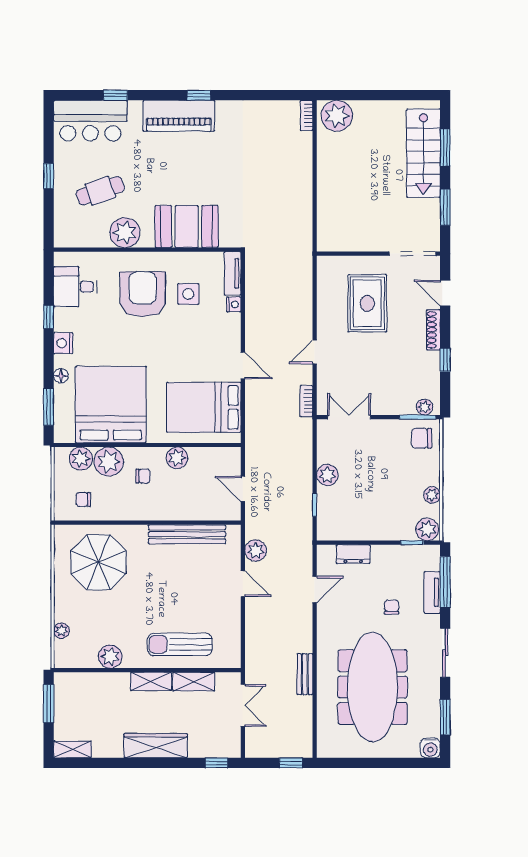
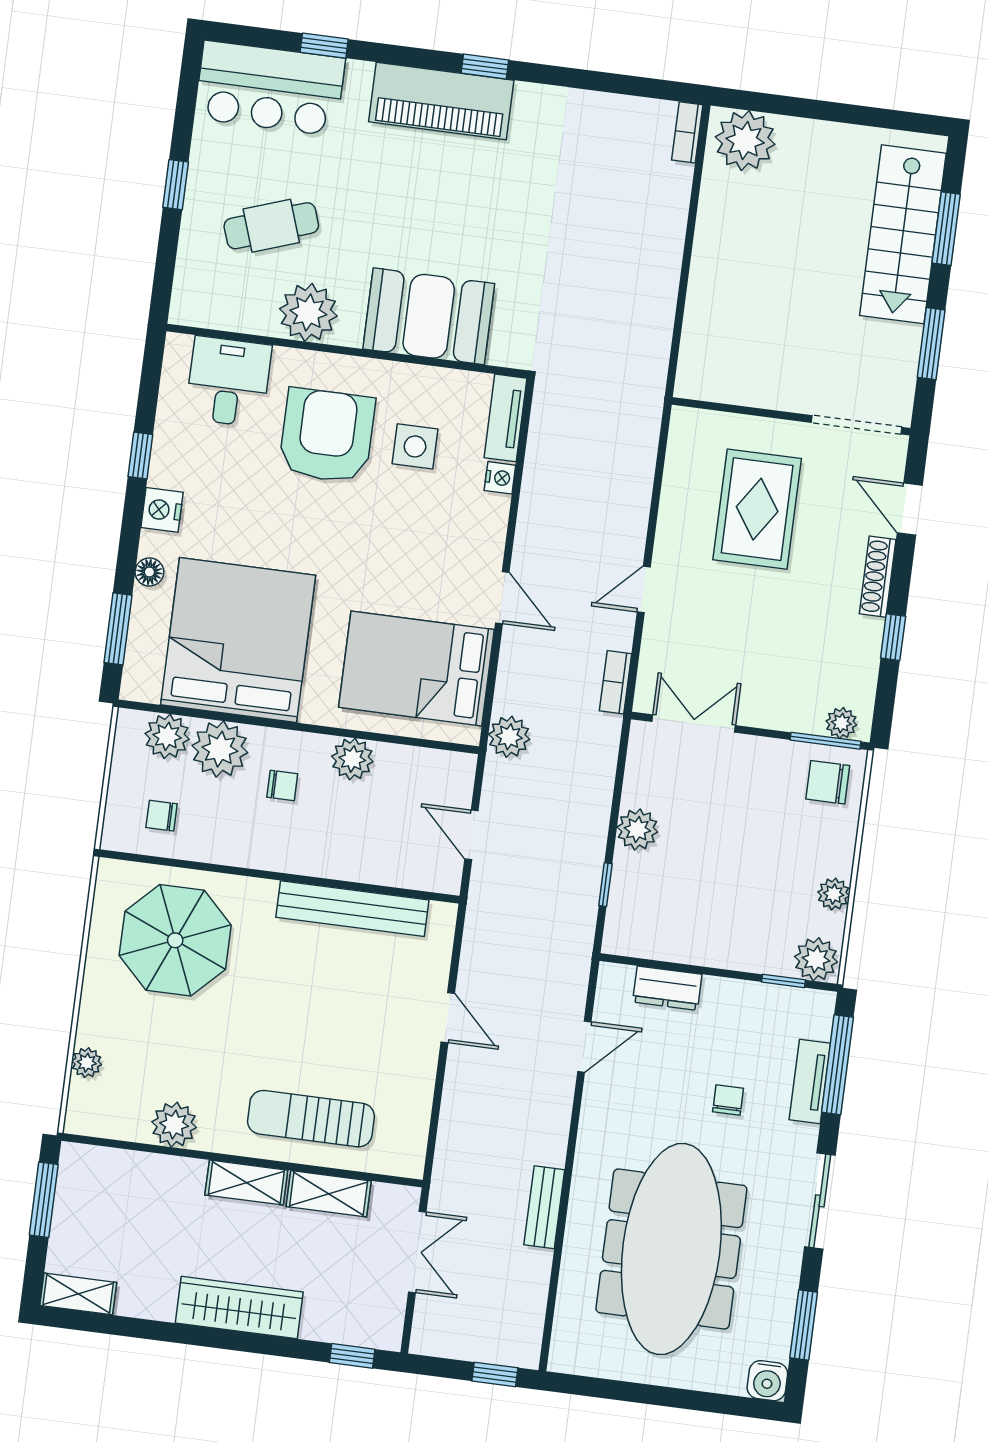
desk: (75, 287) -> (228, 382), moved, turned 90
plant: (256, 551) -> (509, 737), moved

